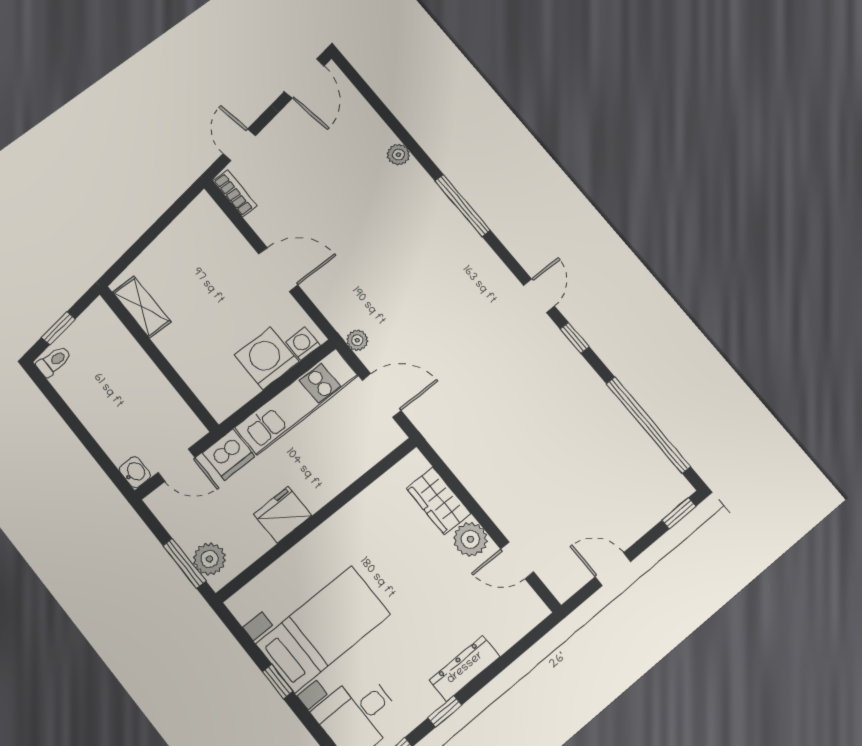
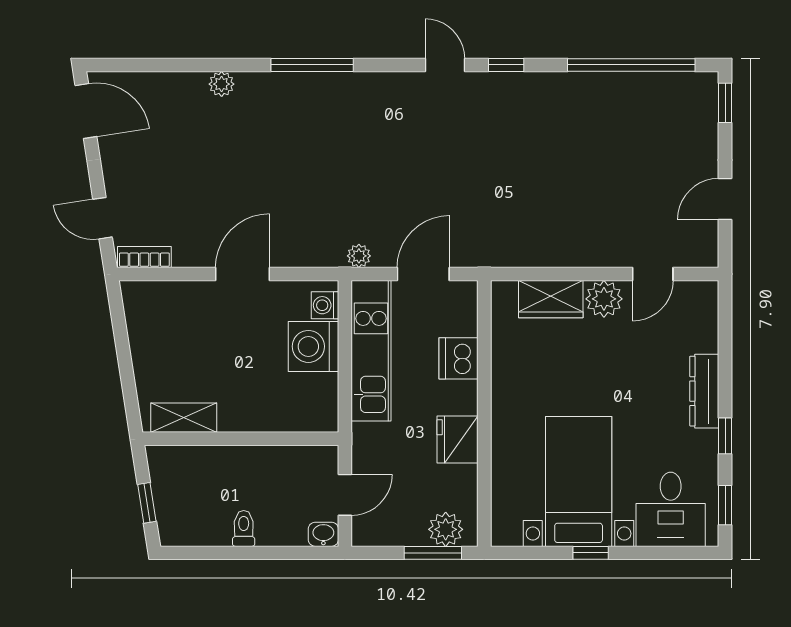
toilet: (54, 361) -> (244, 529), moved
dishwasher: (229, 455) -> (458, 358), moved, turned 180

